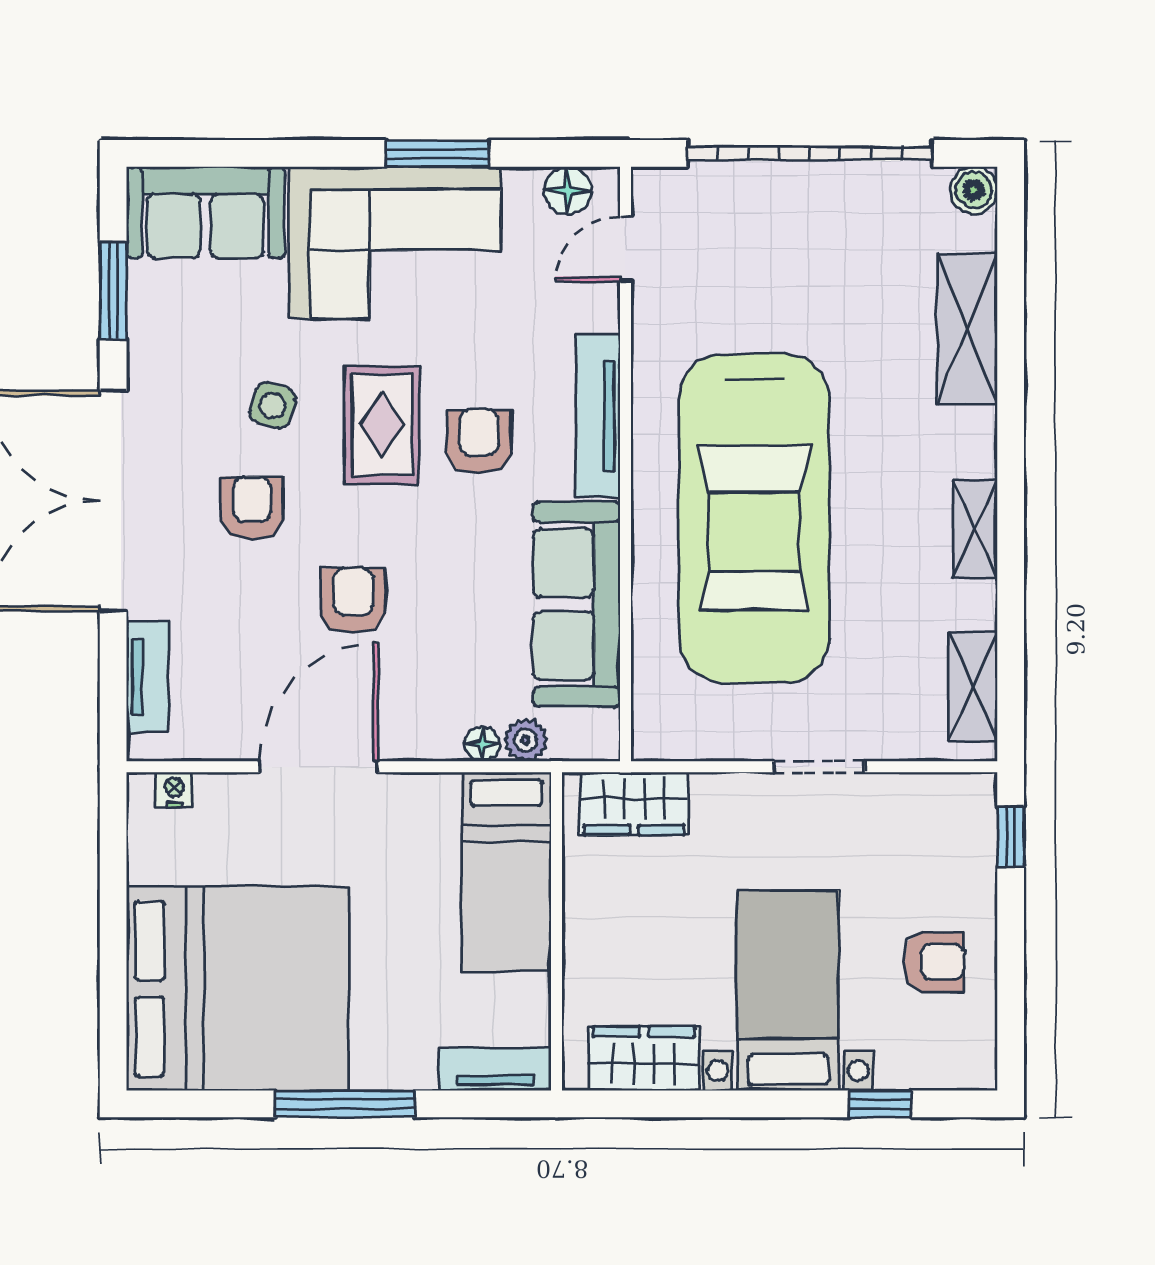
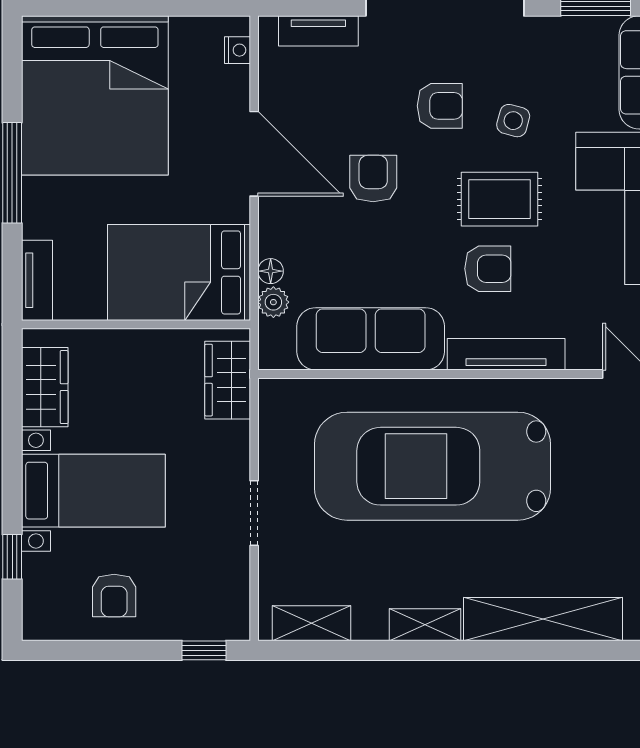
shelving: (967, 329) -> (543, 619), width x1.47
armchair: (353, 601) -> (373, 179), turned -90
bed: (506, 871) -> (179, 272), width x1.50

